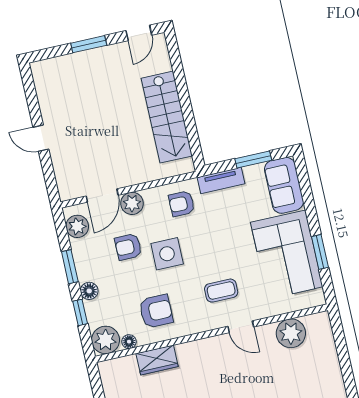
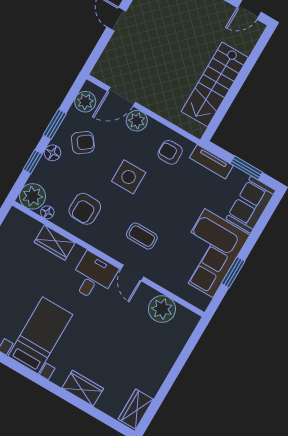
armchair: (128, 247) -> (83, 143), moved, turned 143
armchair: (156, 311) -> (85, 209), turned 91
desk: (213, 358) -> (93, 277), added

